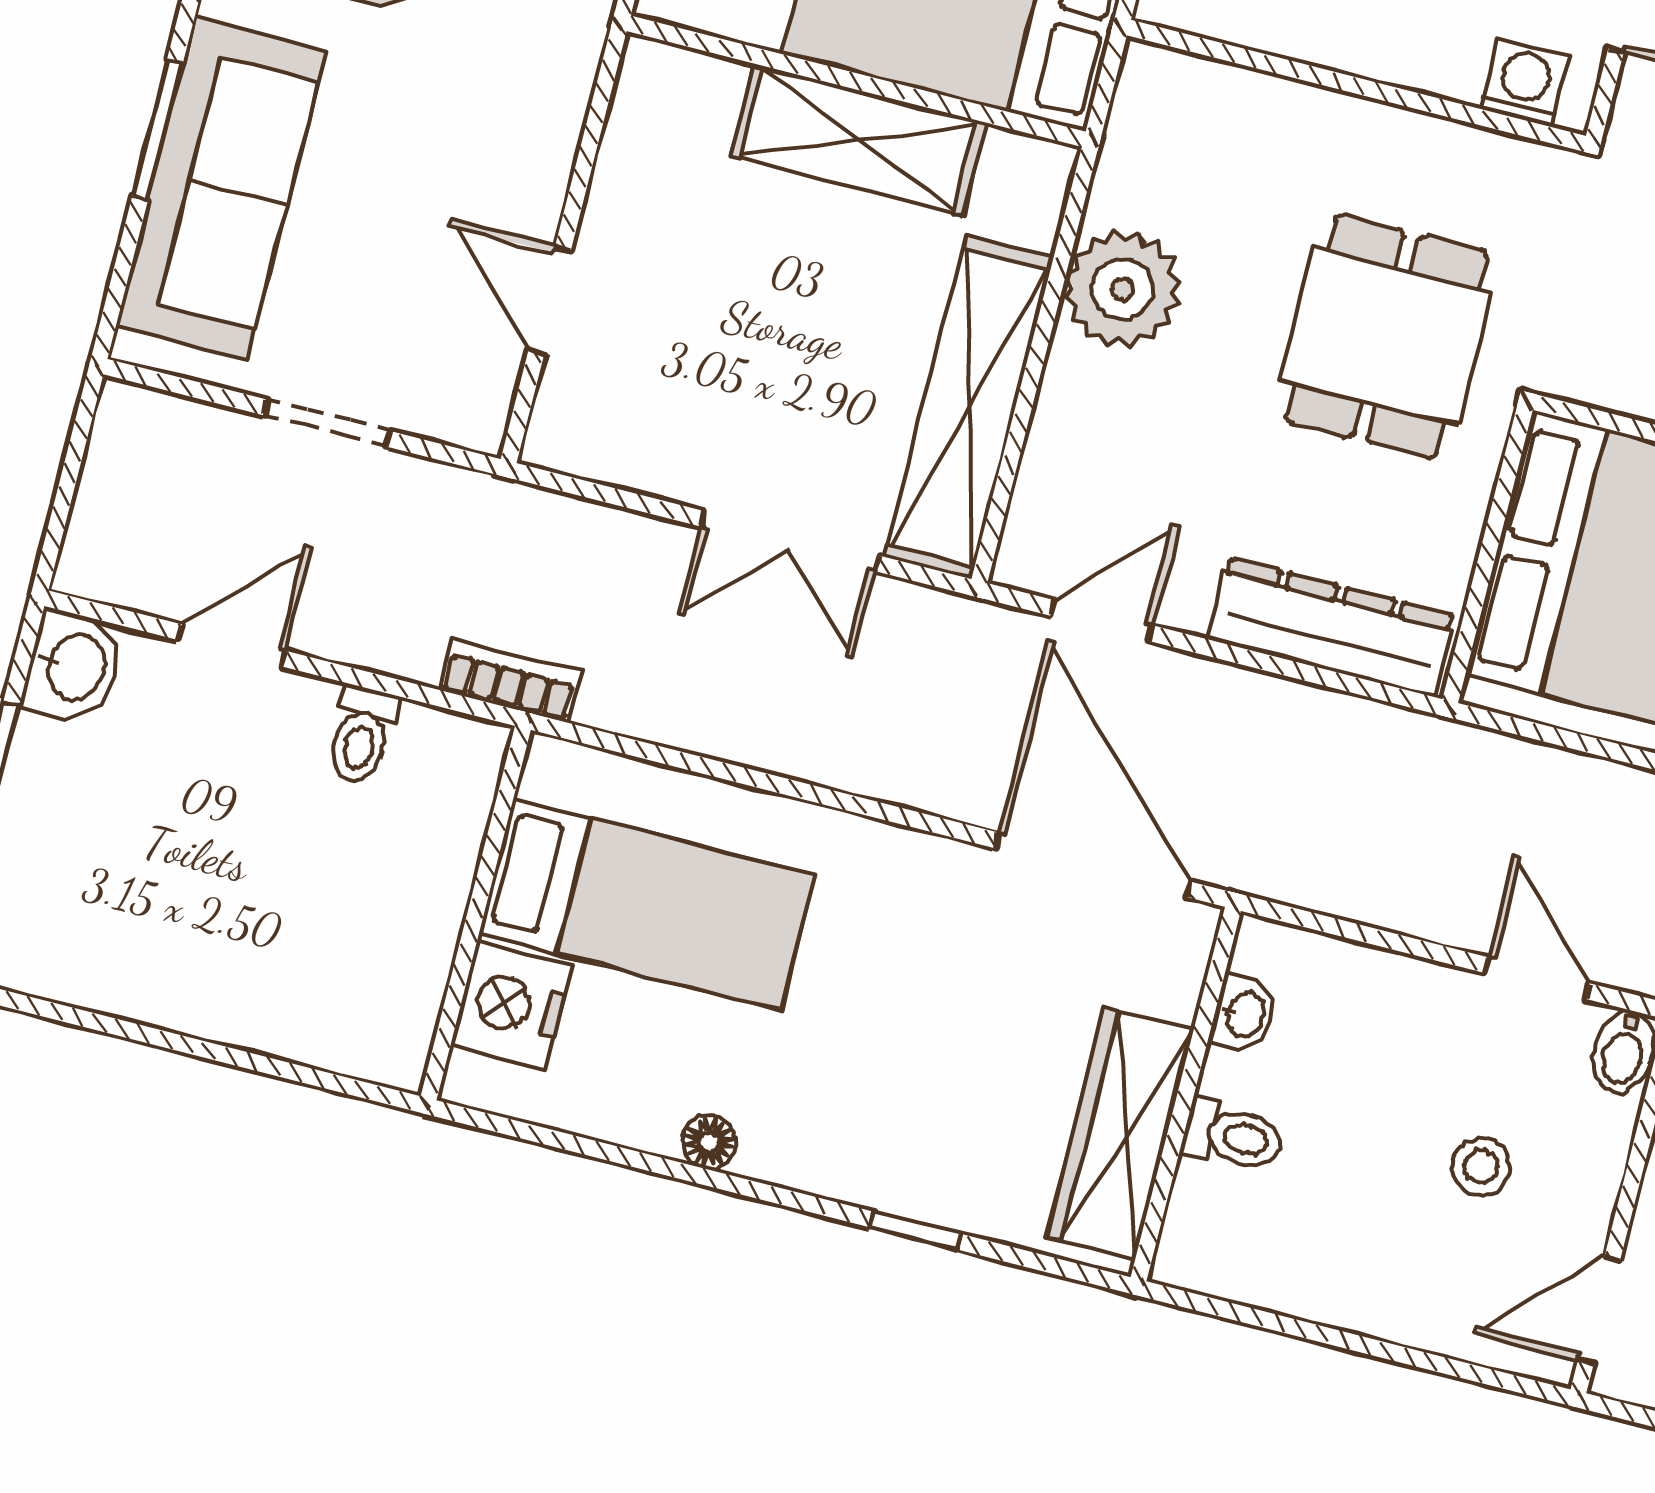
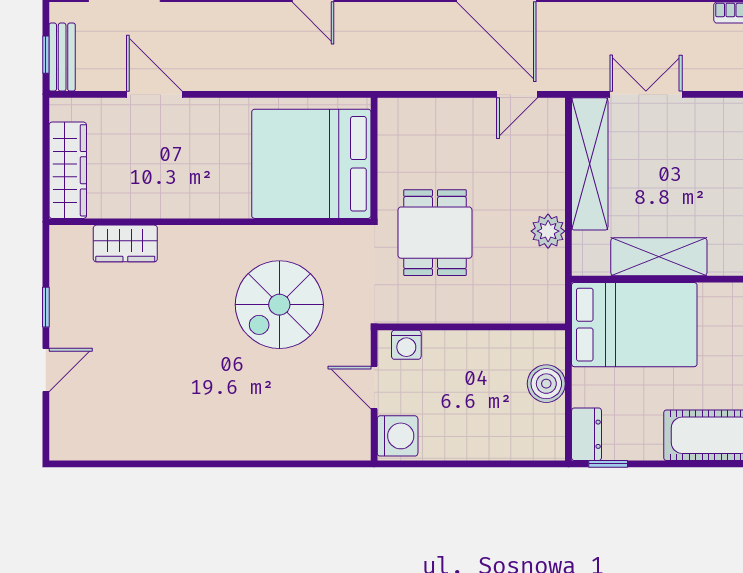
plant: (1122, 289) -> (548, 231), width x0.73, depth x0.73
dresser: (1332, 628) -> (427, 114), removed

